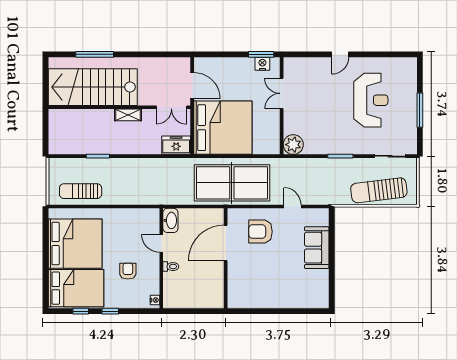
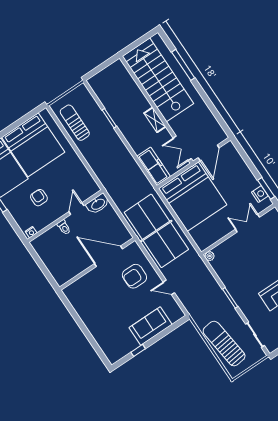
freezer: (176, 145) -> (154, 166), width x1.40
plant: (293, 145) -> (210, 256), width x0.53, depth x0.53
door: (292, 207) -> (169, 287), swing flipped
armchair: (260, 232) -> (134, 276), turned -90
armchair: (128, 271) -> (39, 198), turned -90
window: (332, 274) -> (138, 350), added

